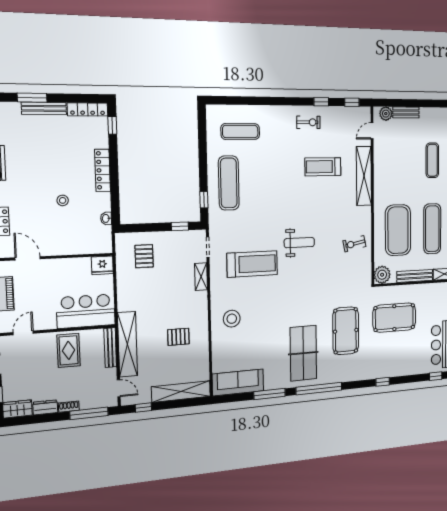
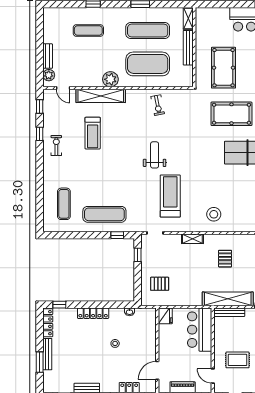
plant: (382, 275) -> (110, 79), moved
shelving: (201, 277) -> (192, 239), moved
rug: (69, 350) -> (237, 360), moved

